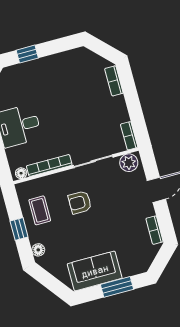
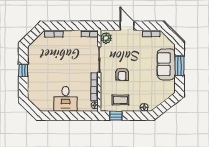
window: (27, 54) -> (23, 70), moved
window: (19, 229) -> (116, 116), moved
sofa: (95, 271) -> (166, 64), moved

